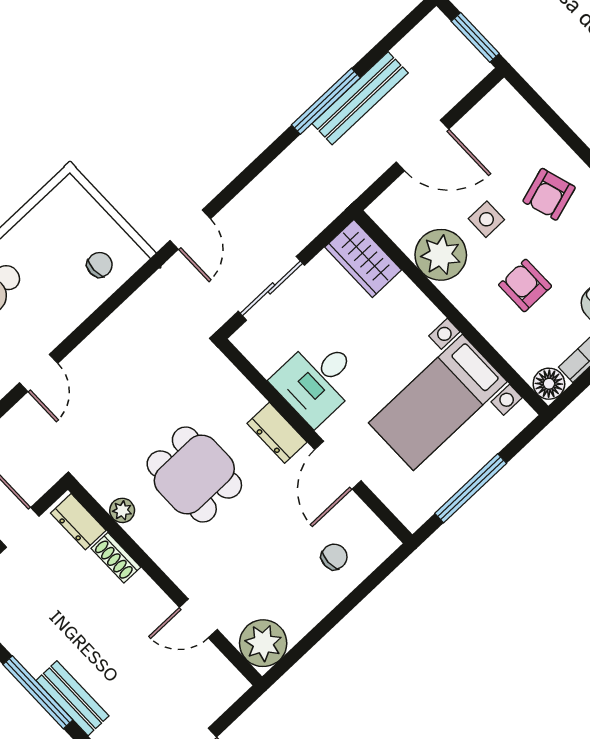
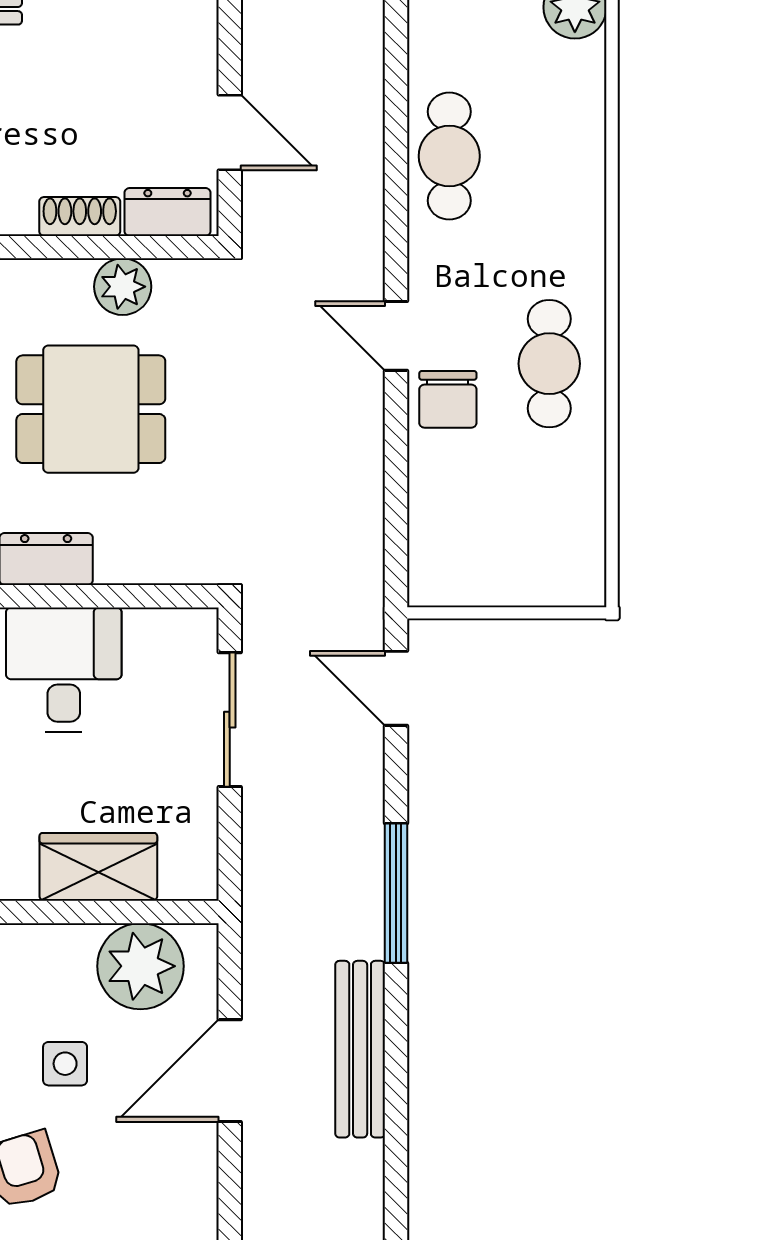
window: (326, 101) -> (396, 893), moved
plant: (441, 255) -> (140, 966), moved
wardrobe: (363, 259) -> (98, 867), moved
chair: (100, 265) -> (448, 399), moved, width x1.37, depth x1.37
plant: (122, 510) -> (123, 287), width x1.38, depth x1.38

